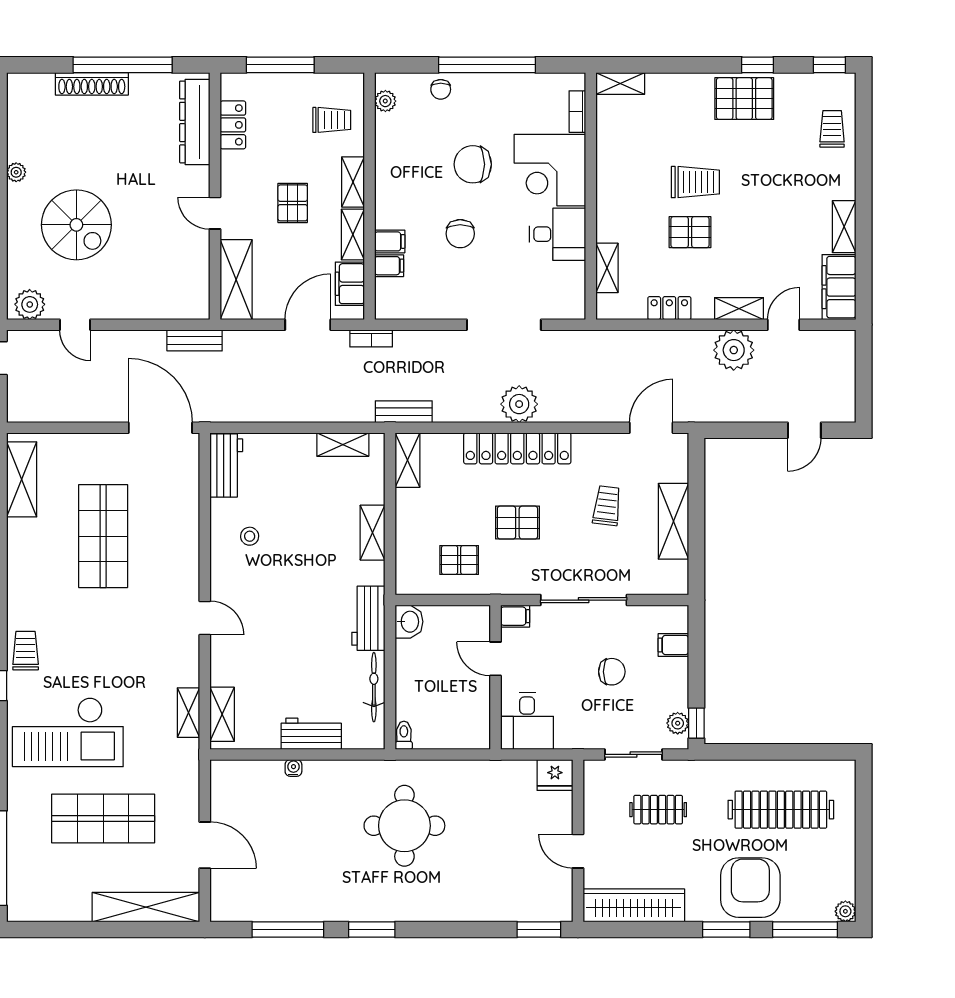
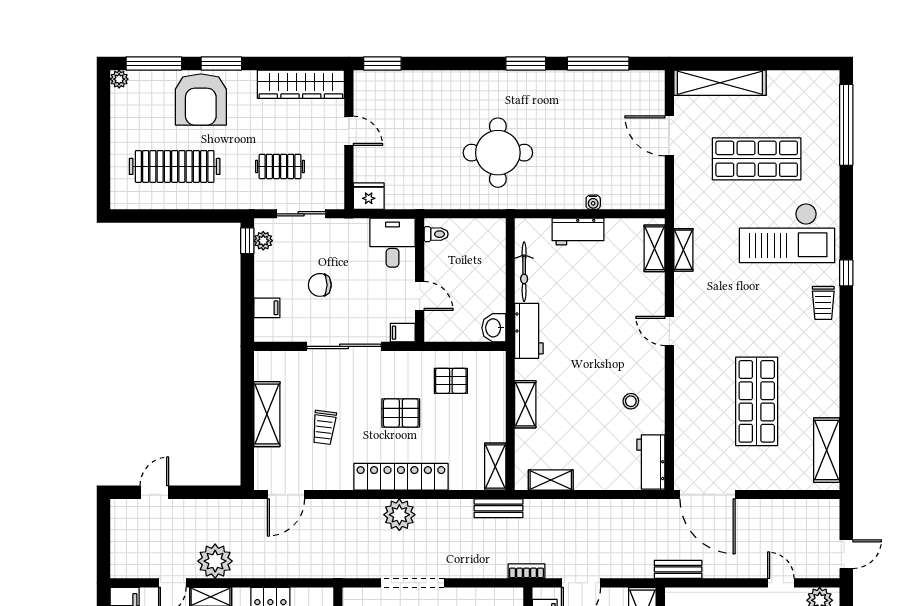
checkout: (68, 732) -> (787, 233), turned 180
toilet: (404, 735) -> (436, 234), moved, turned -90

